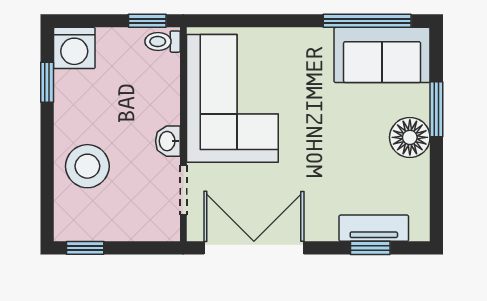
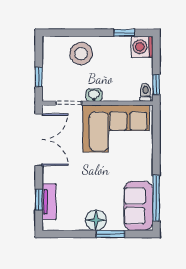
window: (85, 248) -> (39, 77), moved

